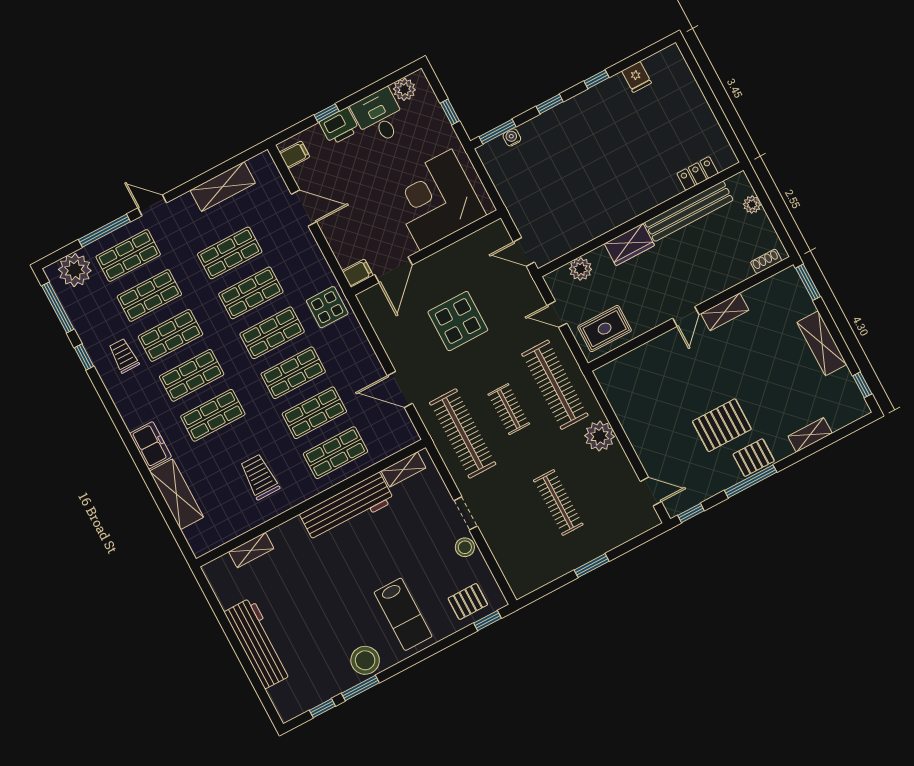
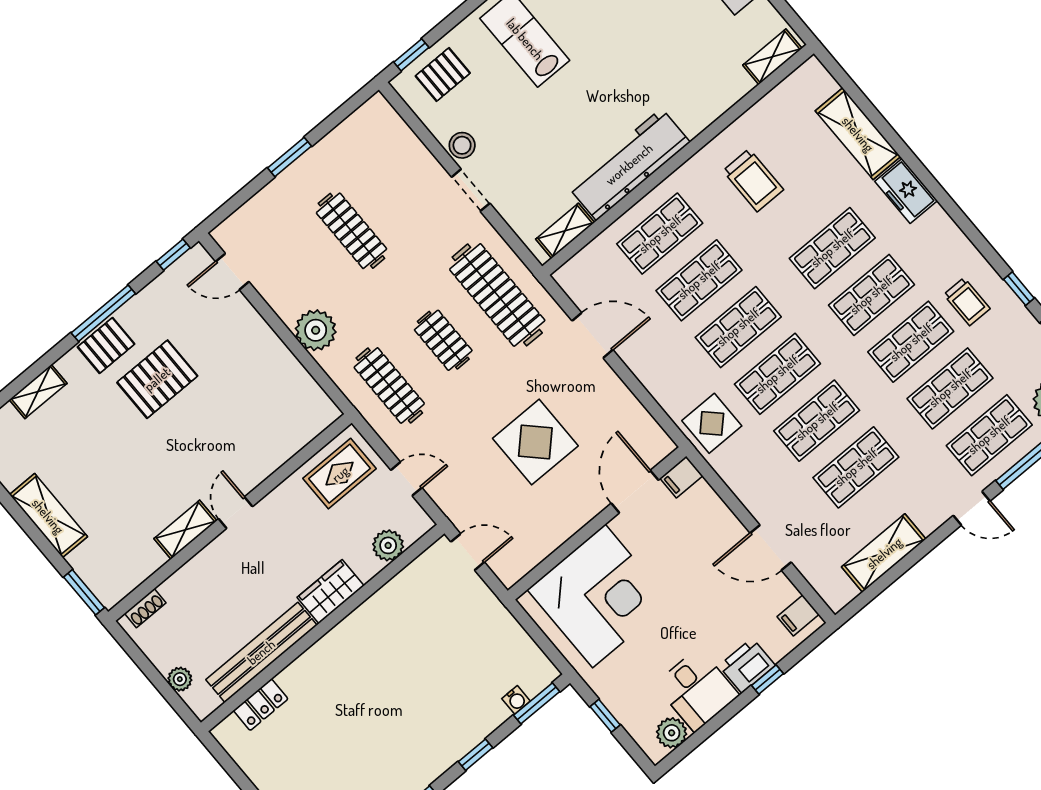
clothes rail: (555, 385) -> (389, 385), width x0.73, depth x0.76
shelving: (251, 550) -> (772, 57), moved

